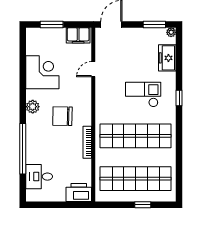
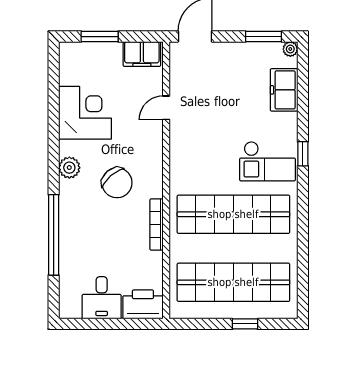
checkout: (143, 95) -> (268, 161), moved, turned 180
chair: (62, 116) -> (117, 183), turned -132
desk: (39, 177) -> (102, 298), moved, turned -90

